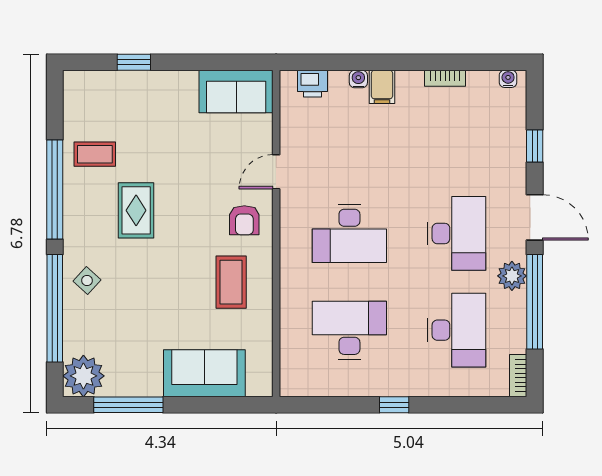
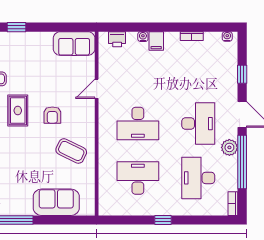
armchair: (244, 220) -> (52, 115), moved
coffee table: (231, 282) -> (71, 151), turned -64
desk: (457, 330) -> (198, 178), turned 180

